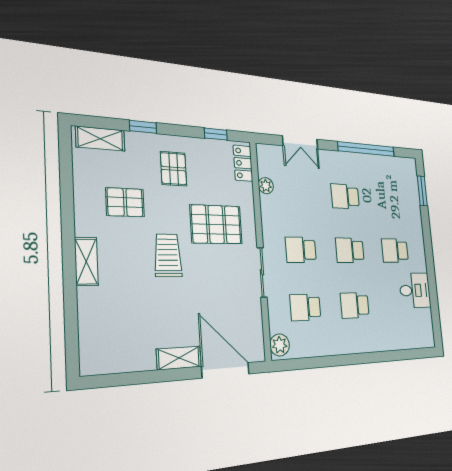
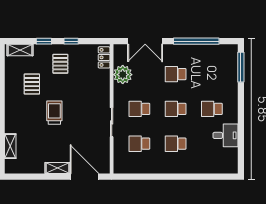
window: (216, 134) -> (71, 41), moved
double door: (300, 142) -> (145, 41), width x1.37
plant: (266, 186) -> (123, 75), width x1.88, depth x1.88
window: (422, 191) -> (241, 67), width x1.44
pallet: (125, 202) -> (32, 84), turned 90
pallet: (216, 224) -> (84, 95), removed
shelving: (86, 262) -> (10, 146), moved
plant: (280, 345) -> (120, 165), removed

